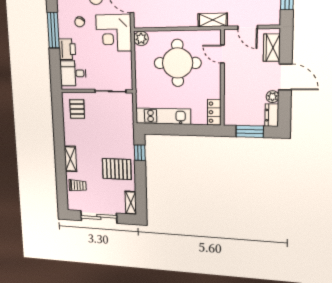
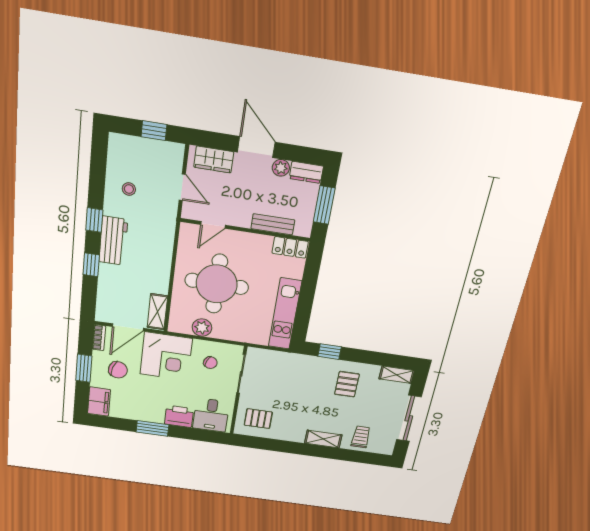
shelving: (213, 20) -> (157, 312), moved
chair: (80, 22) -> (210, 363), moved
door: (248, 27) -> (182, 187), hinge flipped
window: (53, 30) -> (152, 428), width x0.69
plant: (141, 38) -> (202, 328), moved
door: (285, 77) -> (256, 147), hinge flipped
bench: (230, 97) -> (273, 224), added
pallet: (117, 169) -> (347, 384), width x0.67, depth x0.71

